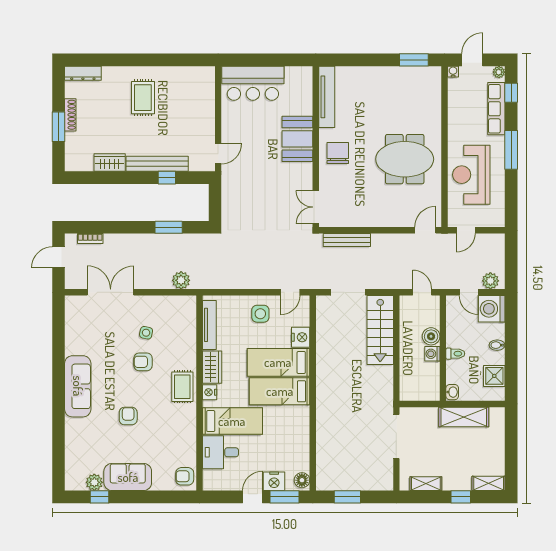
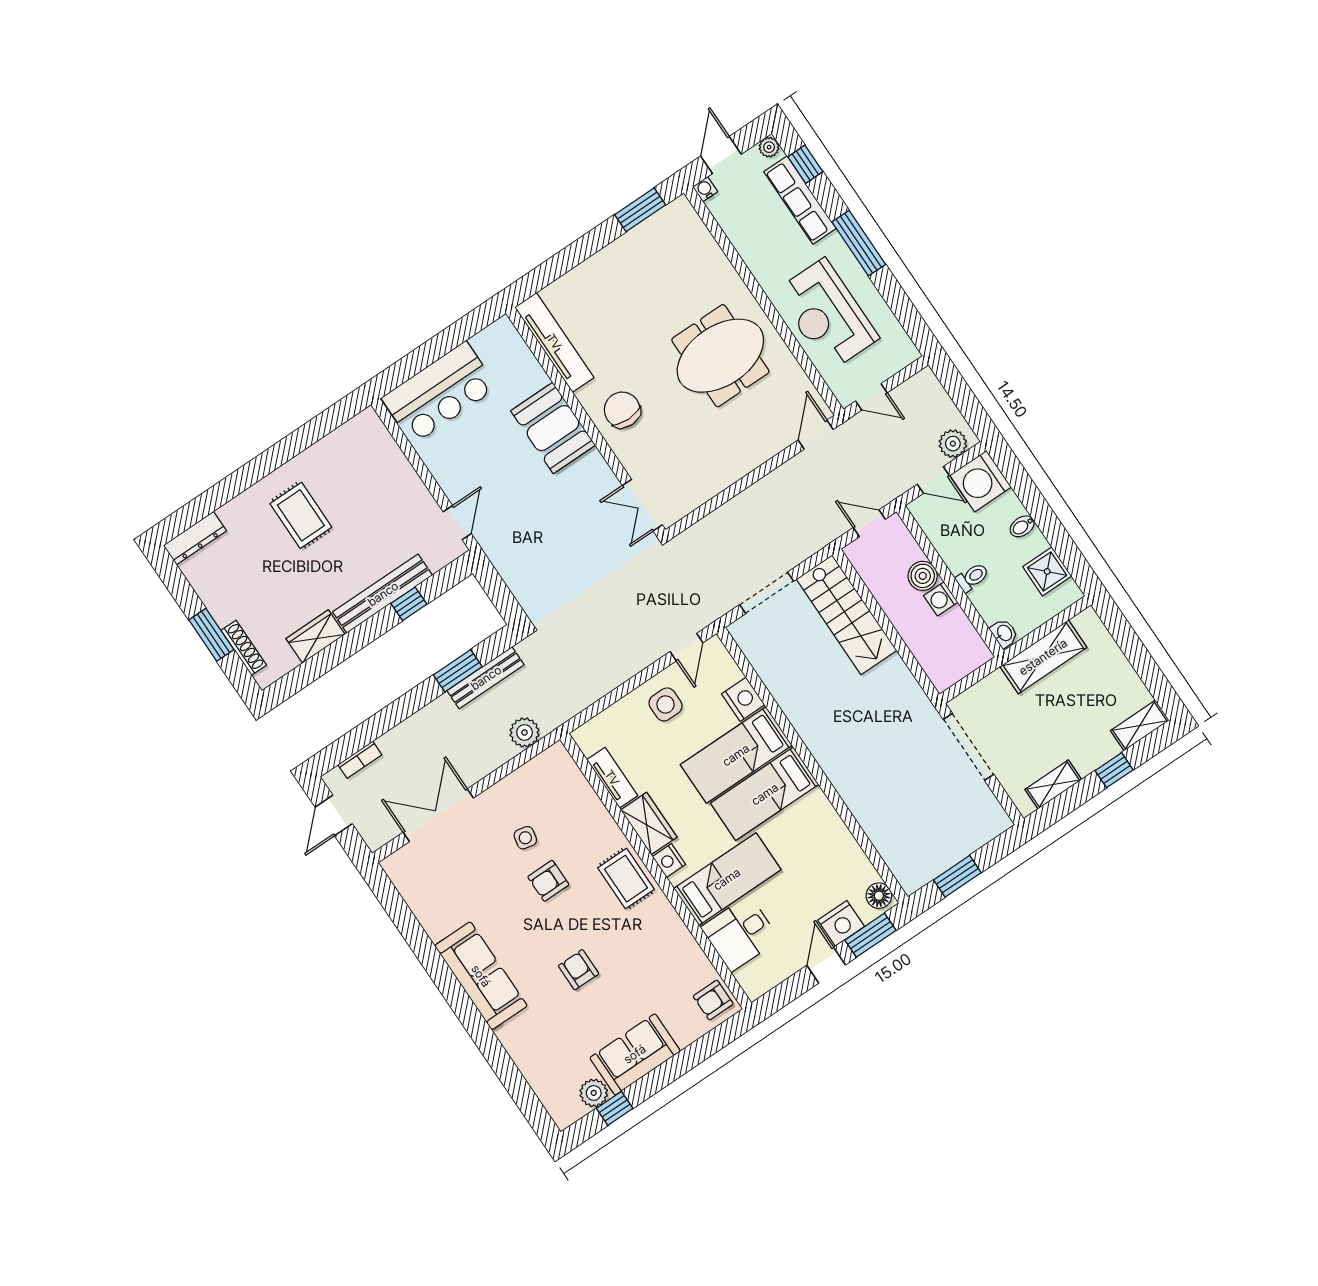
shoe rack: (70, 115) -> (244, 648), moved
door: (466, 230) -> (871, 397), hinge flipped
bench: (347, 240) -> (486, 678), moved
tv unit: (209, 325) -> (612, 778), width x0.71

